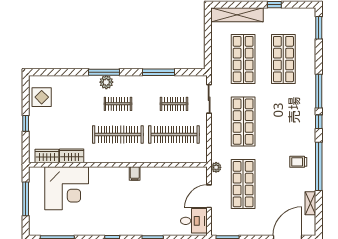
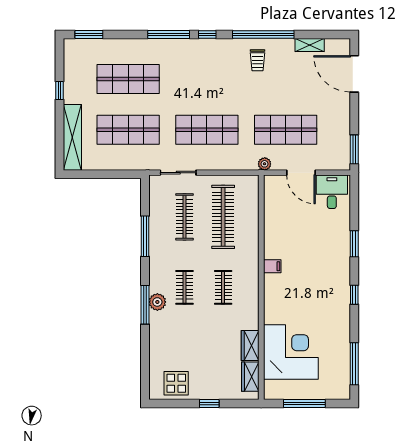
clothes rail: (174, 104) -> (185, 217), width x1.36
clothes rail: (118, 134) -> (223, 287), width x0.54, depth x0.76

